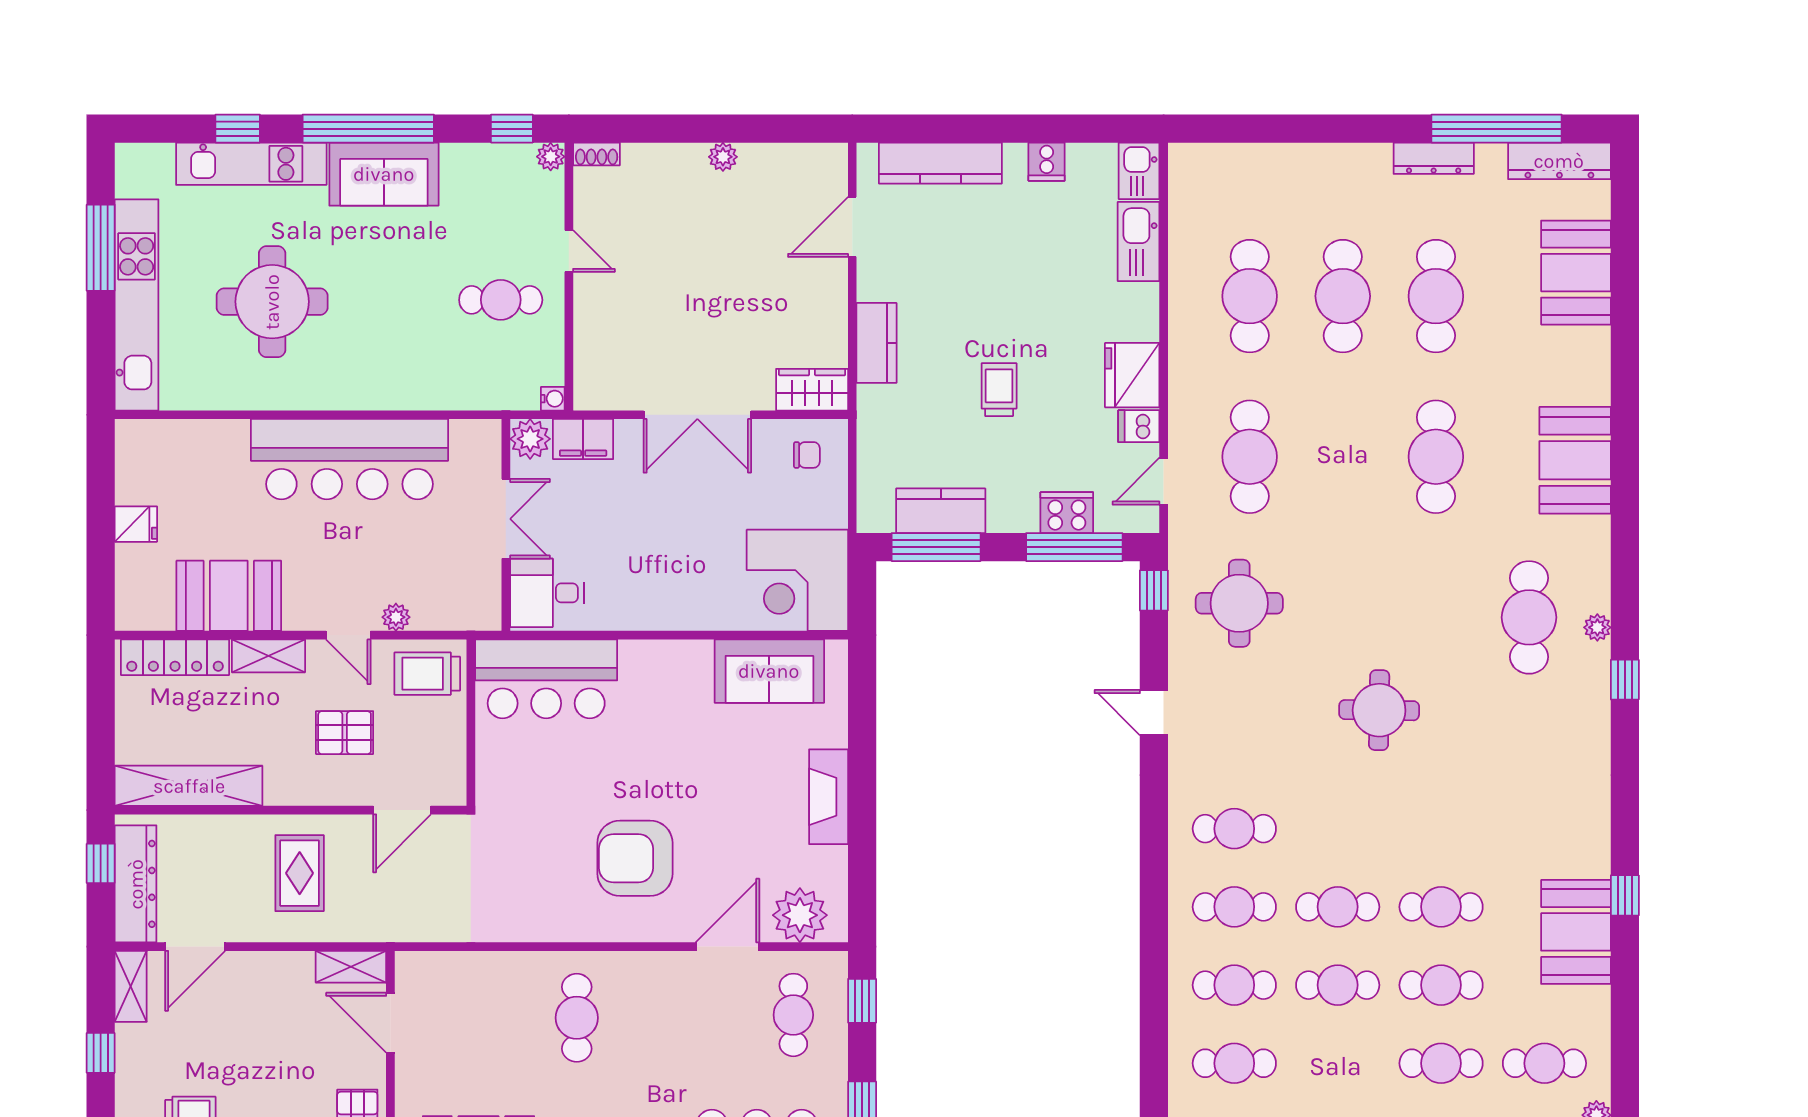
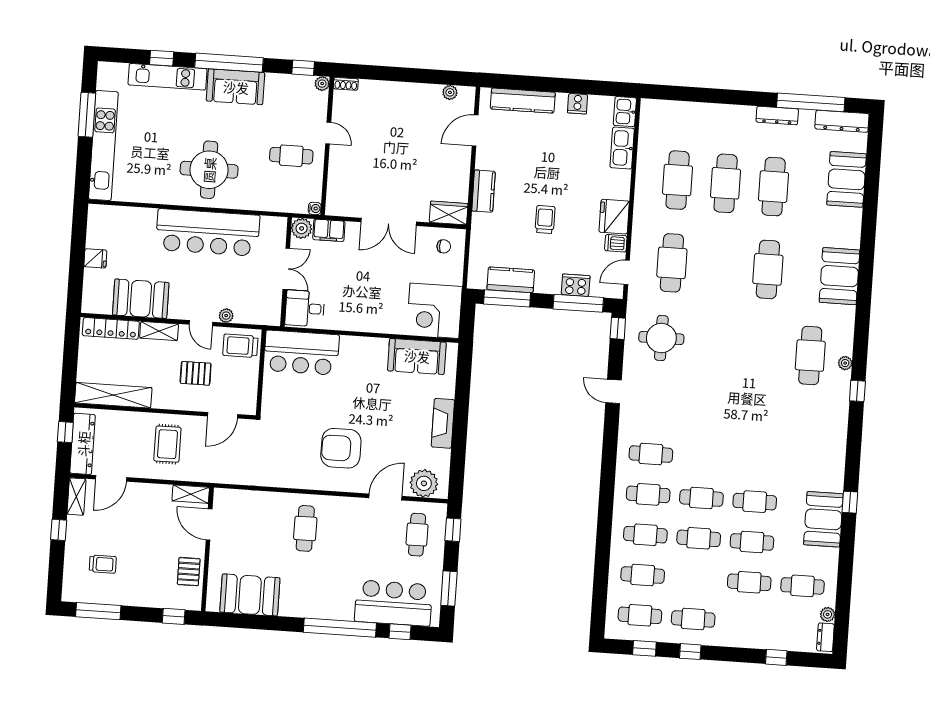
plant: (723, 157) -> (450, 92), moved
round table: (272, 302) -> (209, 170), moved
round table: (1379, 710) -> (730, 398), removed

